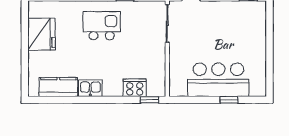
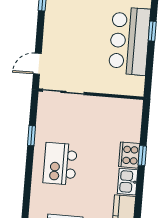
cooker: (135, 88) -> (129, 155), moved
window: (150, 100) -> (142, 156), moved

